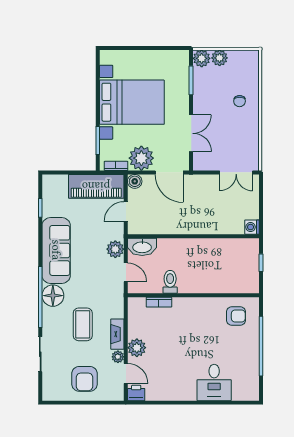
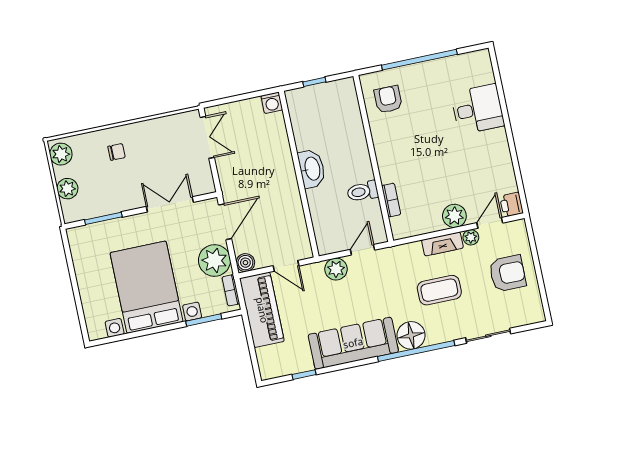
plant: (202, 58) -> (61, 154), moved
washbasin: (142, 247) -> (312, 169), moved

